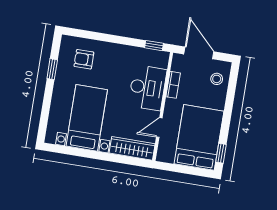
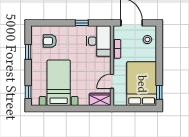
window: (154, 46) -> (82, 23), moved
desk: (148, 88) -> (99, 41), moved
window: (43, 124) -> (28, 92), added
wardrobe: (132, 148) -> (100, 99), width x0.67

